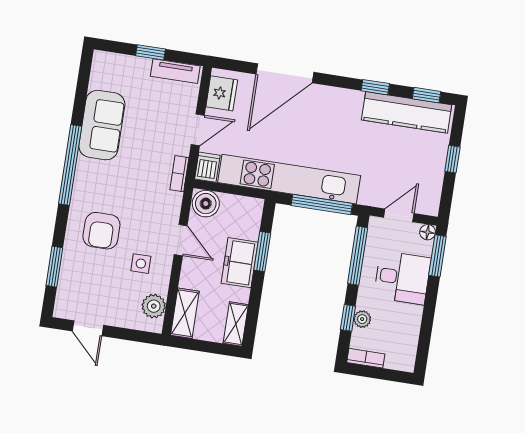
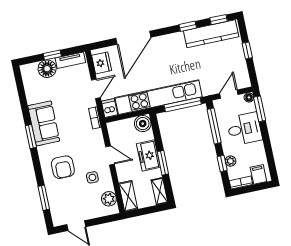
floor lamp: (135, 70) -> (47, 69), added
sofa: (102, 125) -> (44, 123), moved
window: (70, 165) -> (31, 137), width x0.47
boiler: (206, 204) -> (143, 124), moved
window: (262, 251) -> (163, 163), moved
filing cabinet: (397, 356) -> (258, 174), added

